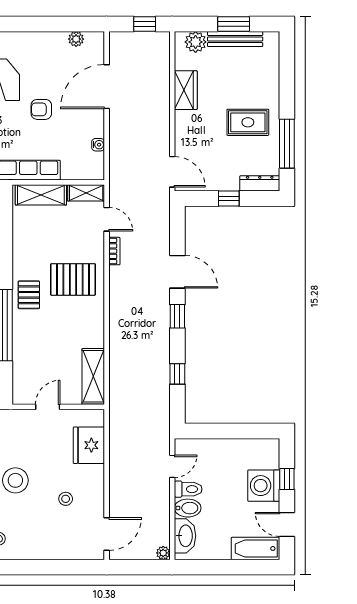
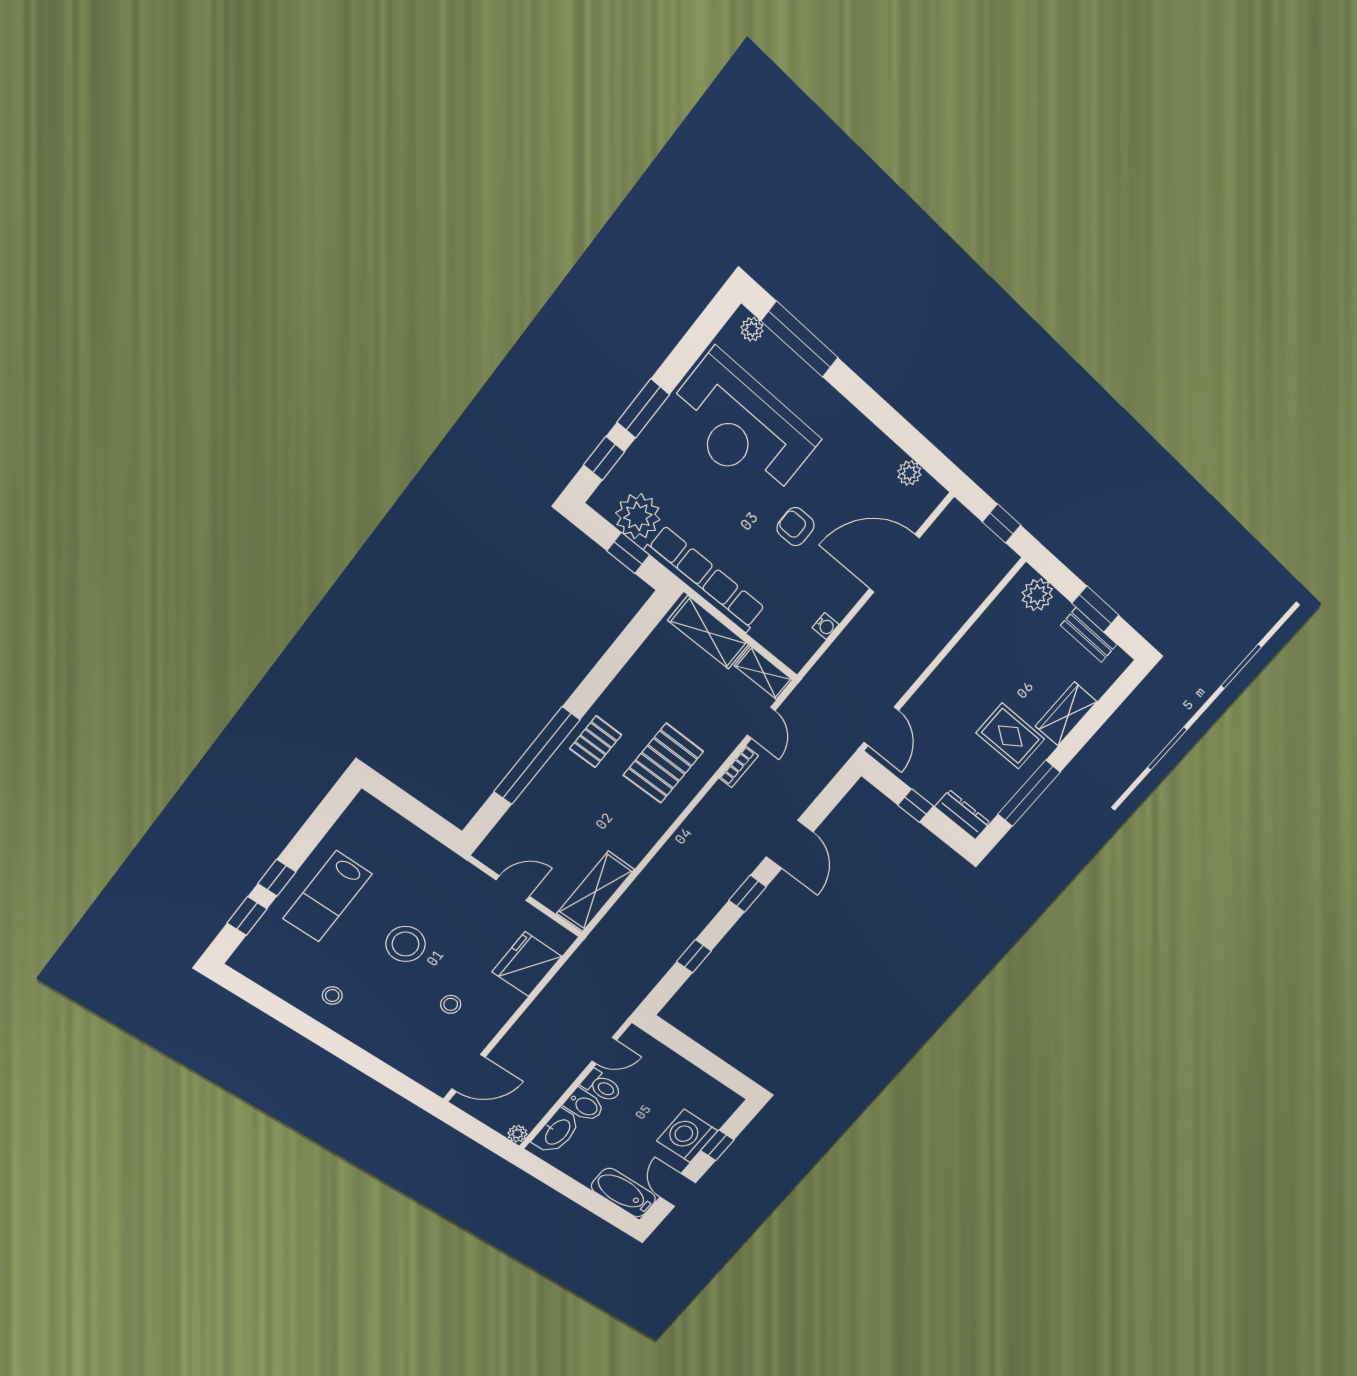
bench: (235, 39) -> (1089, 635), width x0.73
wardrobe: (186, 90) -> (1066, 714), moved, turned 180
pallet: (73, 279) -> (663, 763), turned 90

